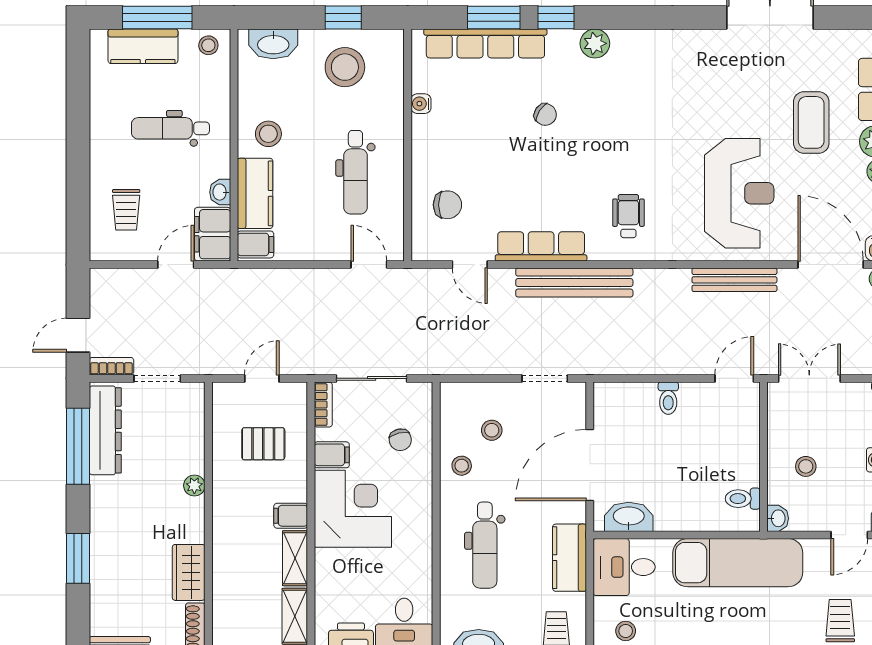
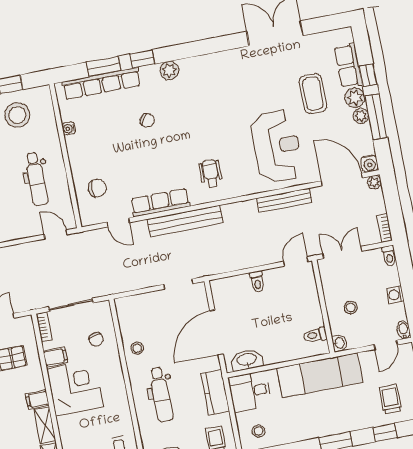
stool: (492, 430) -> (152, 323), removed

